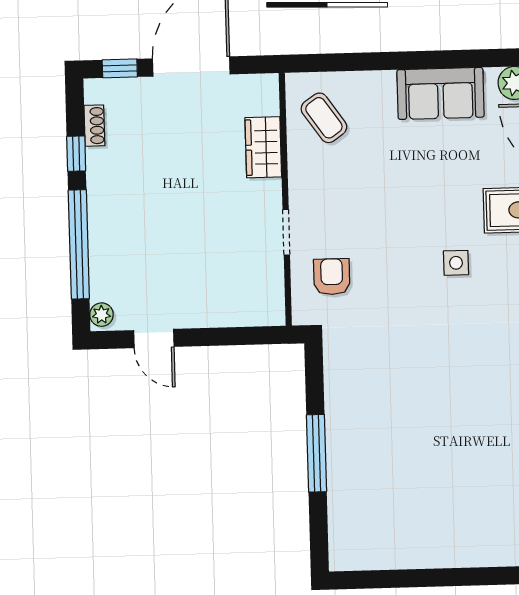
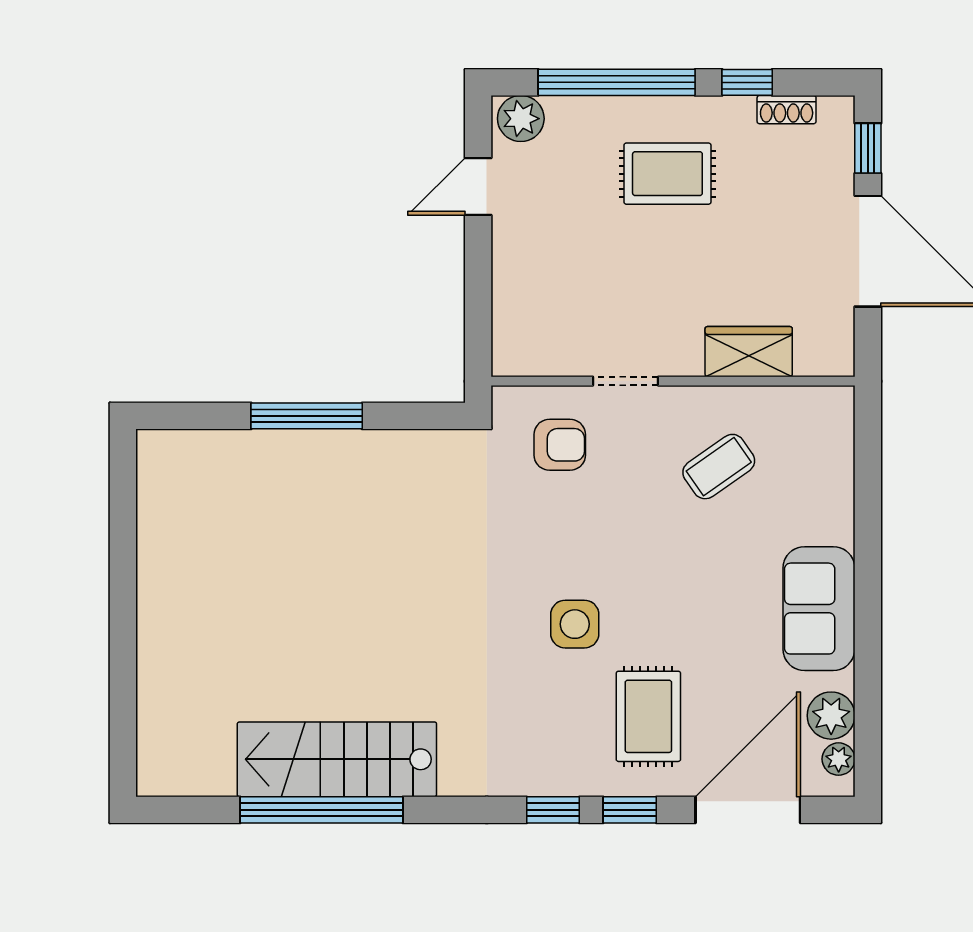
coffee table: (324, 118) -> (719, 467), moved
rug: (141, 207) -> (667, 174), added
side table: (456, 263) -> (575, 624), width x1.37, depth x1.37
plant: (101, 315) -> (521, 119), width x1.38, depth x1.38

